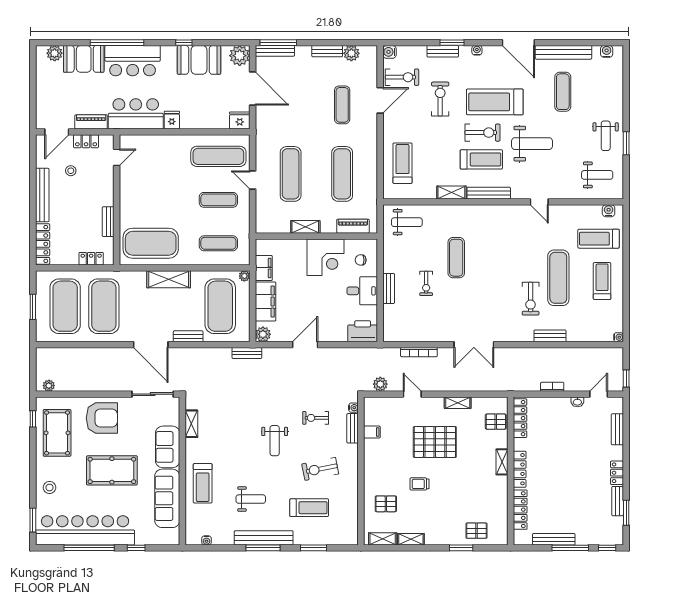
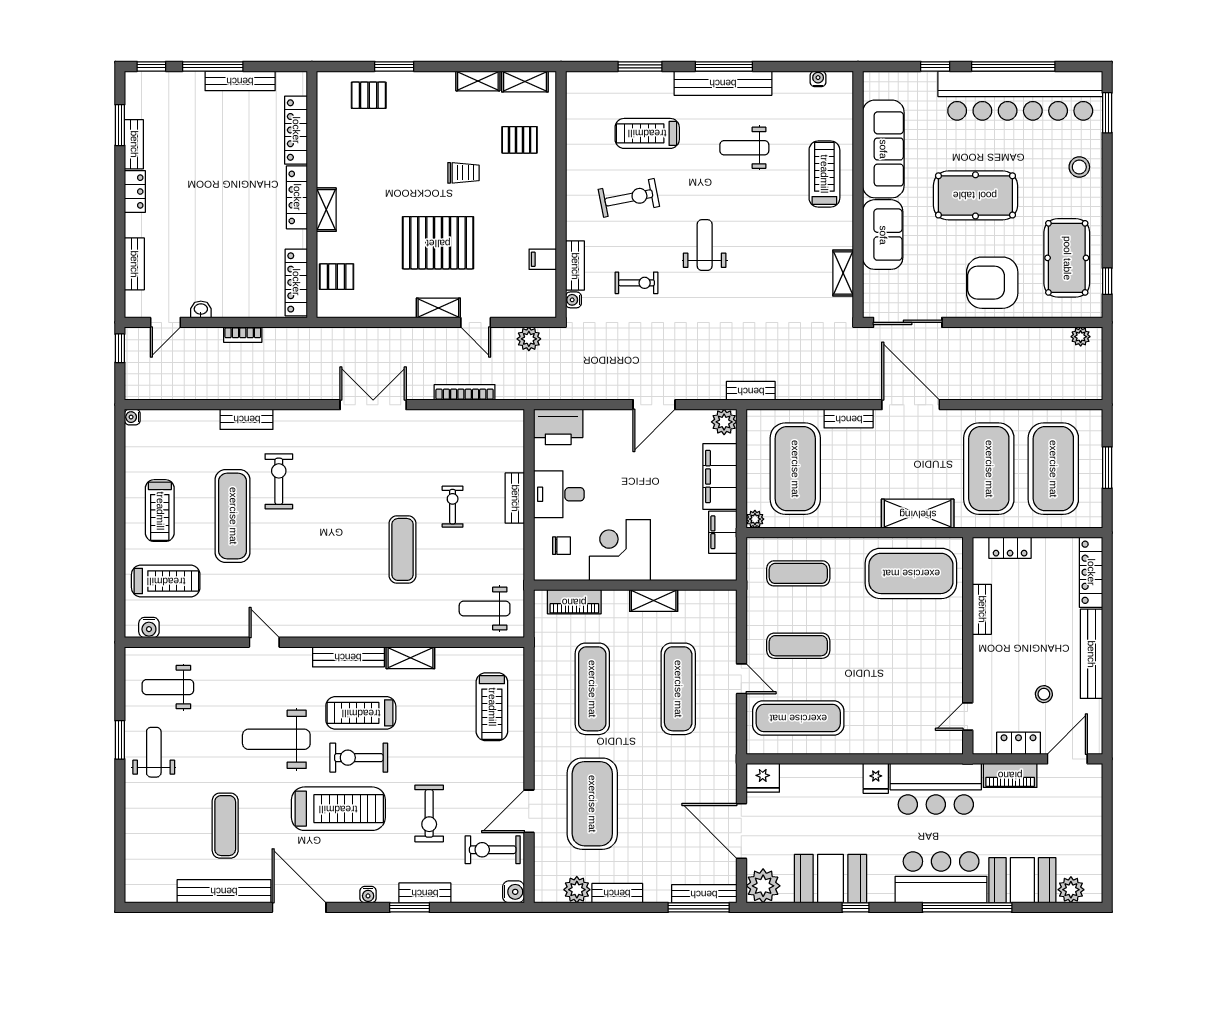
water cooler: (607, 51) -> (152, 893), removed
exercise mat: (342, 105) -> (592, 804), width x2.00, depth x1.45
shelving: (169, 279) -> (918, 514), moved
shelving: (458, 403) -> (438, 308), moved

